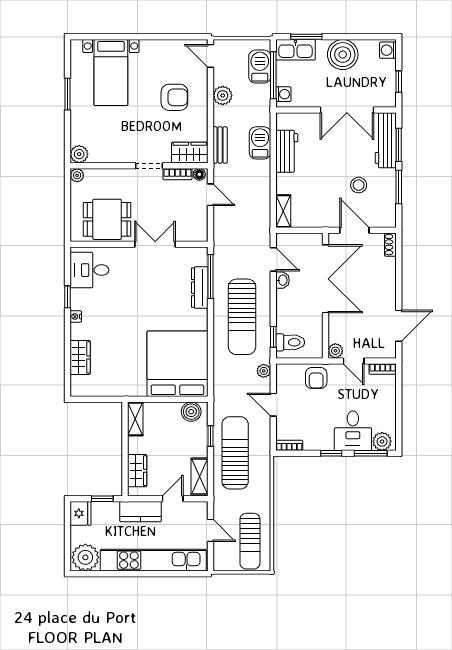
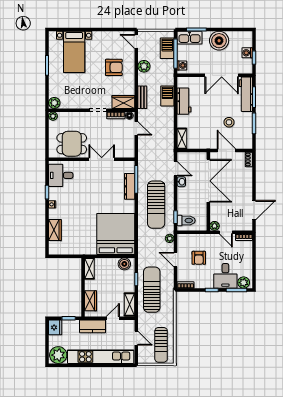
washing machine: (388, 50) -> (247, 53), moved
armchair: (316, 378) -> (199, 258), moved

